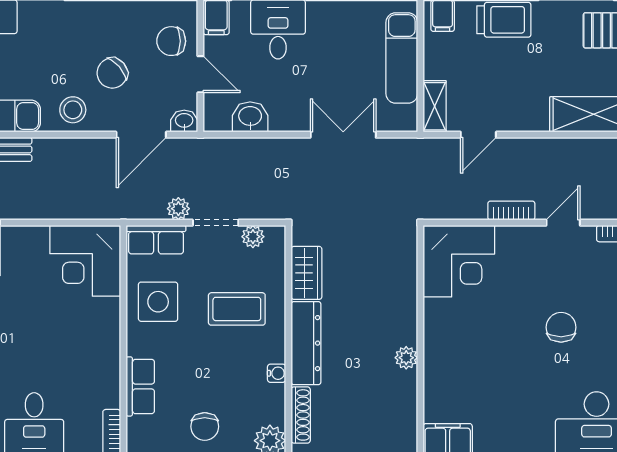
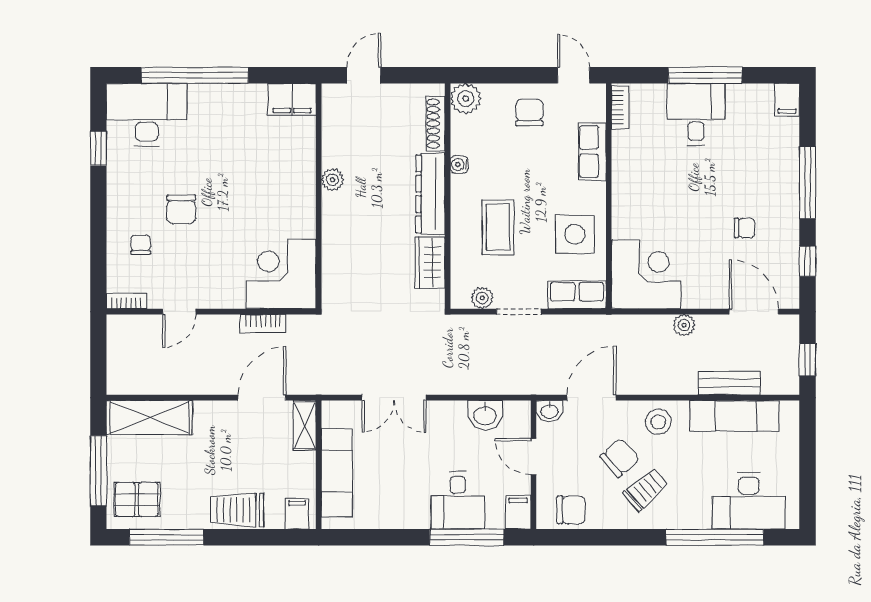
trolley: (86, 41) -> (646, 490), added
chair: (171, 41) -> (571, 510), moved
door: (478, 135) -> (262, 398), width x1.38
plant: (178, 209) -> (684, 325), moved
bookcase: (511, 210) -> (263, 323), moved
chair: (603, 291) -> (141, 245), added
coffee table: (237, 309) -> (498, 227), turned 90

